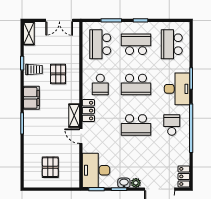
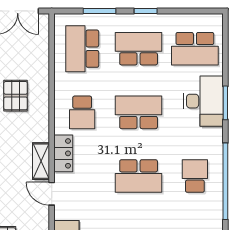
school desk: (172, 44) -> (195, 49), turned -90
school desk: (136, 85) -> (139, 112), turned 180
desk: (177, 89) -> (203, 101), moved

